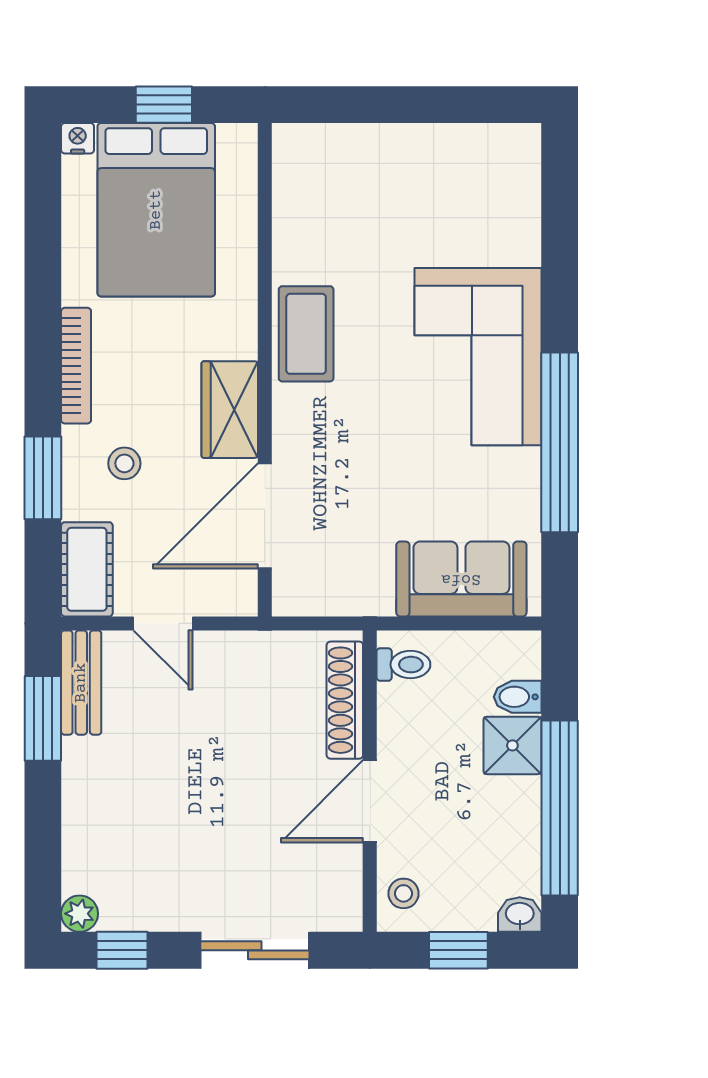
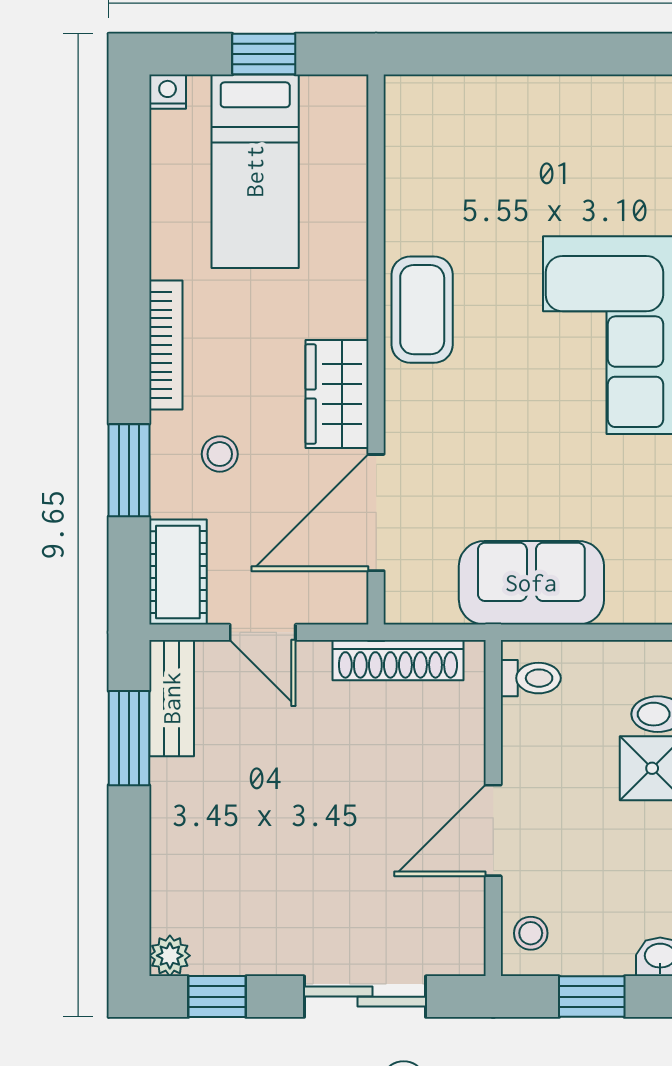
bed: (156, 210) -> (255, 171), width x0.67
sofa: (461, 579) -> (531, 583), moved
shoe rack: (345, 700) -> (398, 660), moved, turned -90

